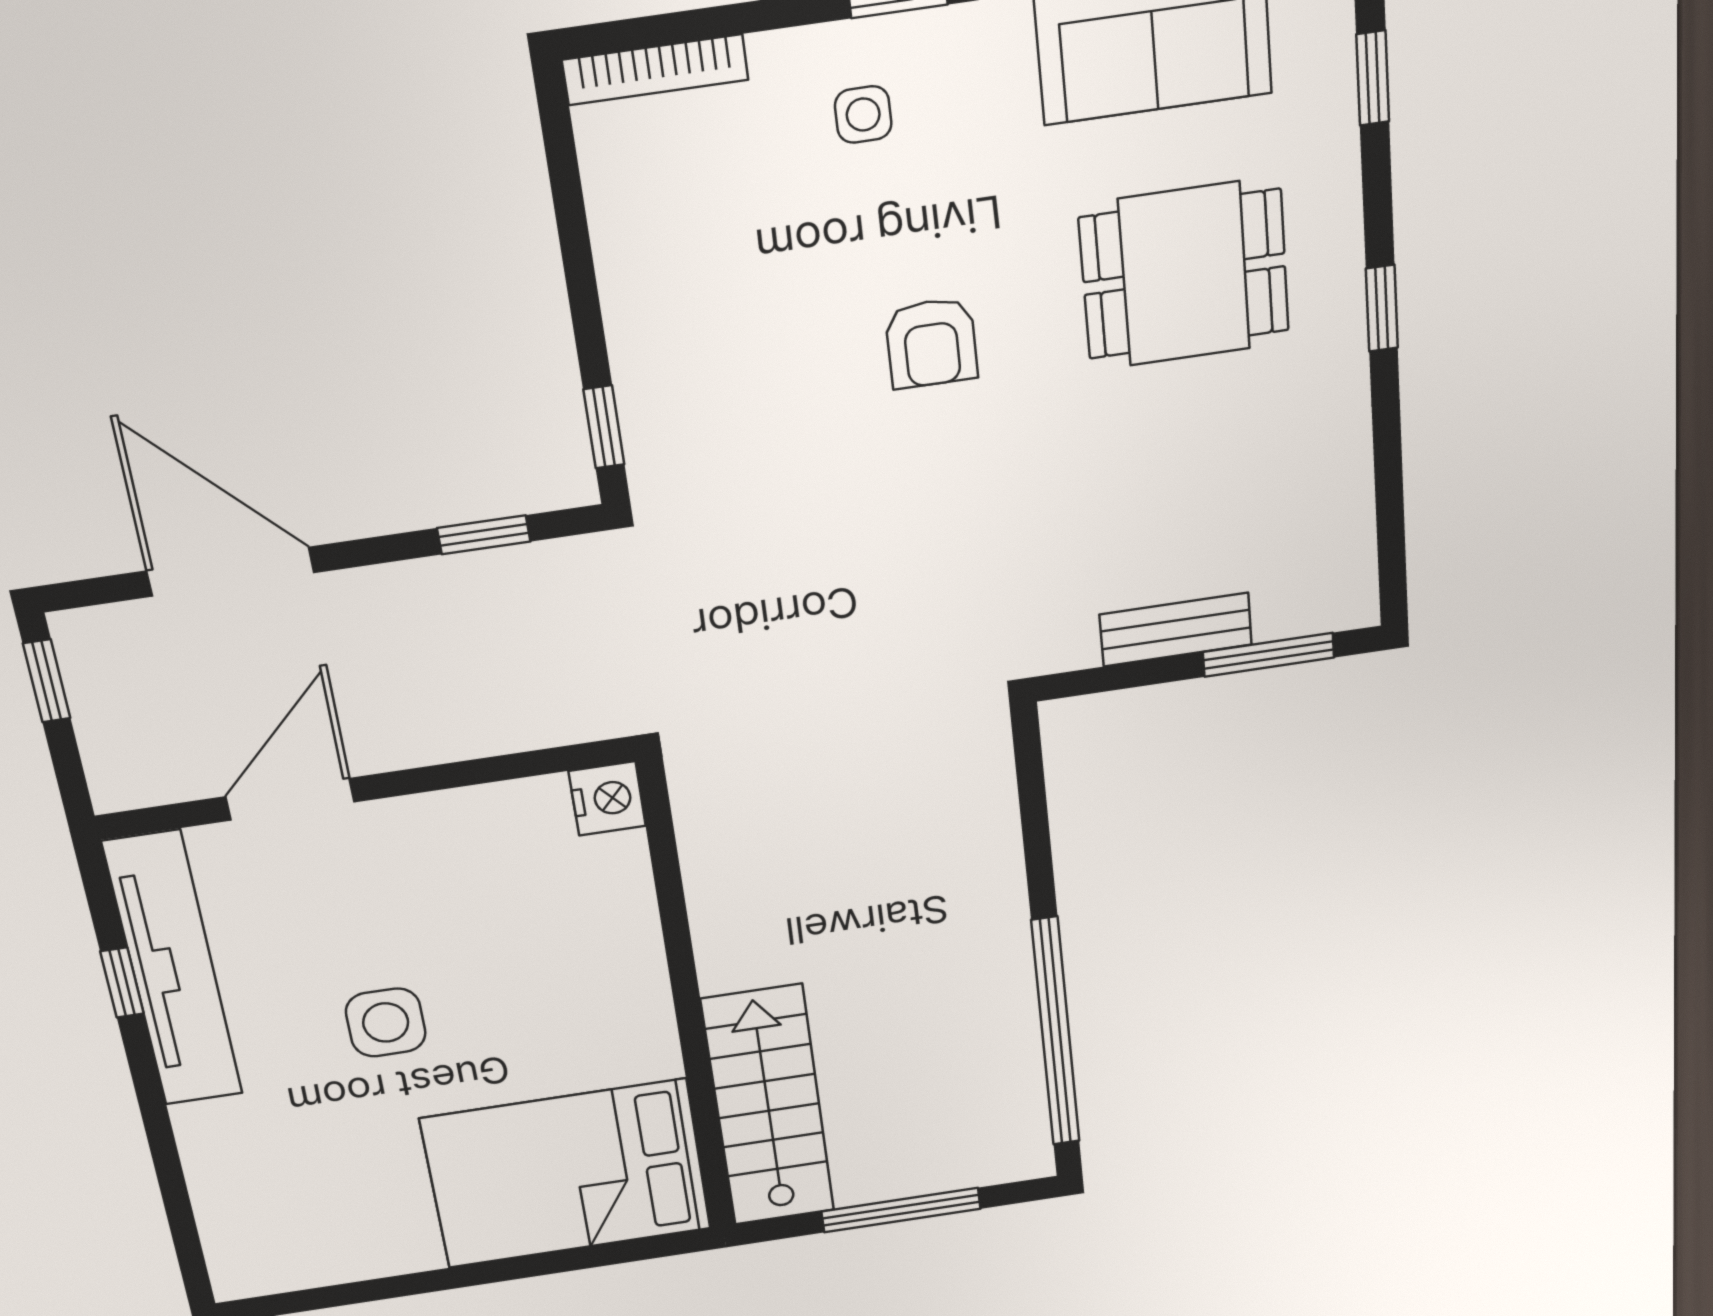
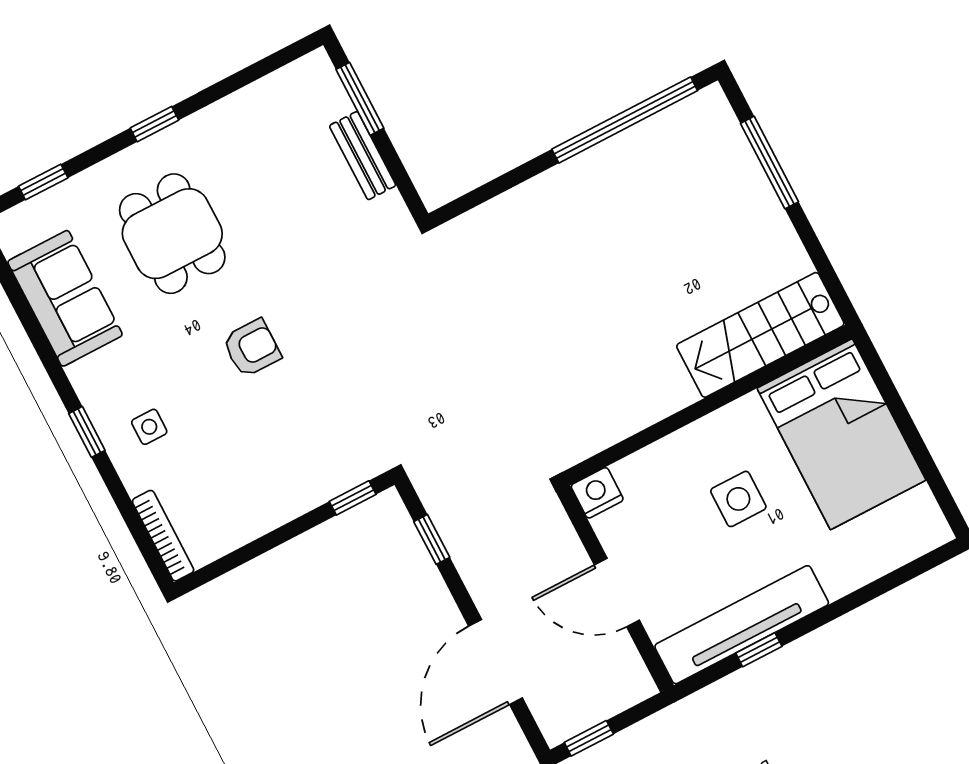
nightstand: (607, 799) -> (597, 493), moved
wall: (687, 1002) -> (708, 405), moved
stairs: (768, 1106) -> (760, 335), moved
bed: (566, 1174) -> (841, 434), moved

